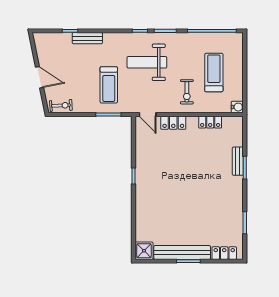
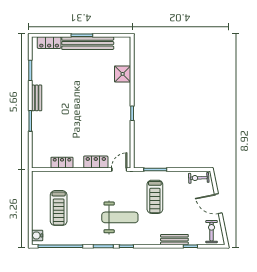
treadmill: (109, 85) -> (155, 197), turned 180
exercise bike: (187, 92) -> (212, 232), moved
water cooler: (237, 107) -> (37, 235), moved
door: (148, 115) -> (119, 170), hinge flipped
bench: (238, 161) -> (37, 98), moved
shower: (144, 251) -> (123, 74), moved

